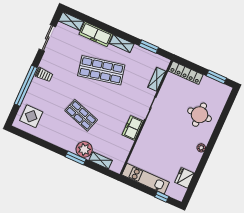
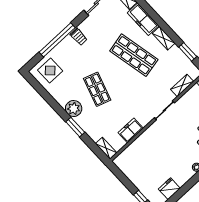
freezer: (133, 128) -> (131, 131), moved
plant: (84, 149) -> (74, 109), moved
shelving: (101, 160) -> (106, 148), moved
kitchen unit: (145, 179) -> (132, 174), removed

